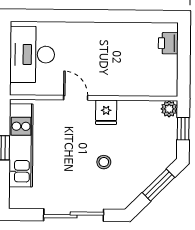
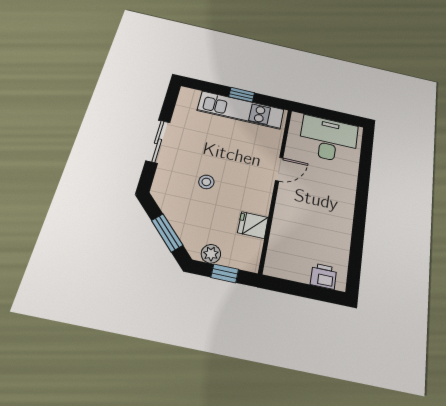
plant: (169, 109) -> (211, 254), moved
fridge: (106, 112) -> (253, 225), moved
sliding door: (74, 215) -> (158, 141), width x0.73

